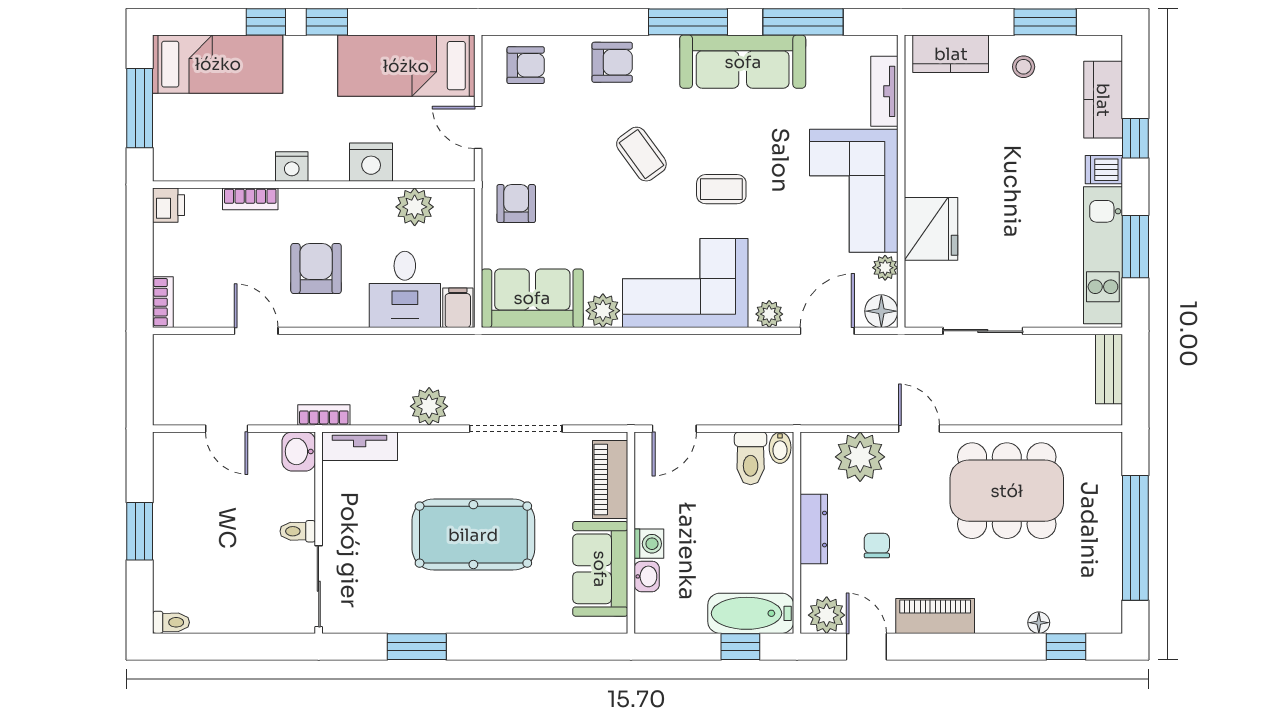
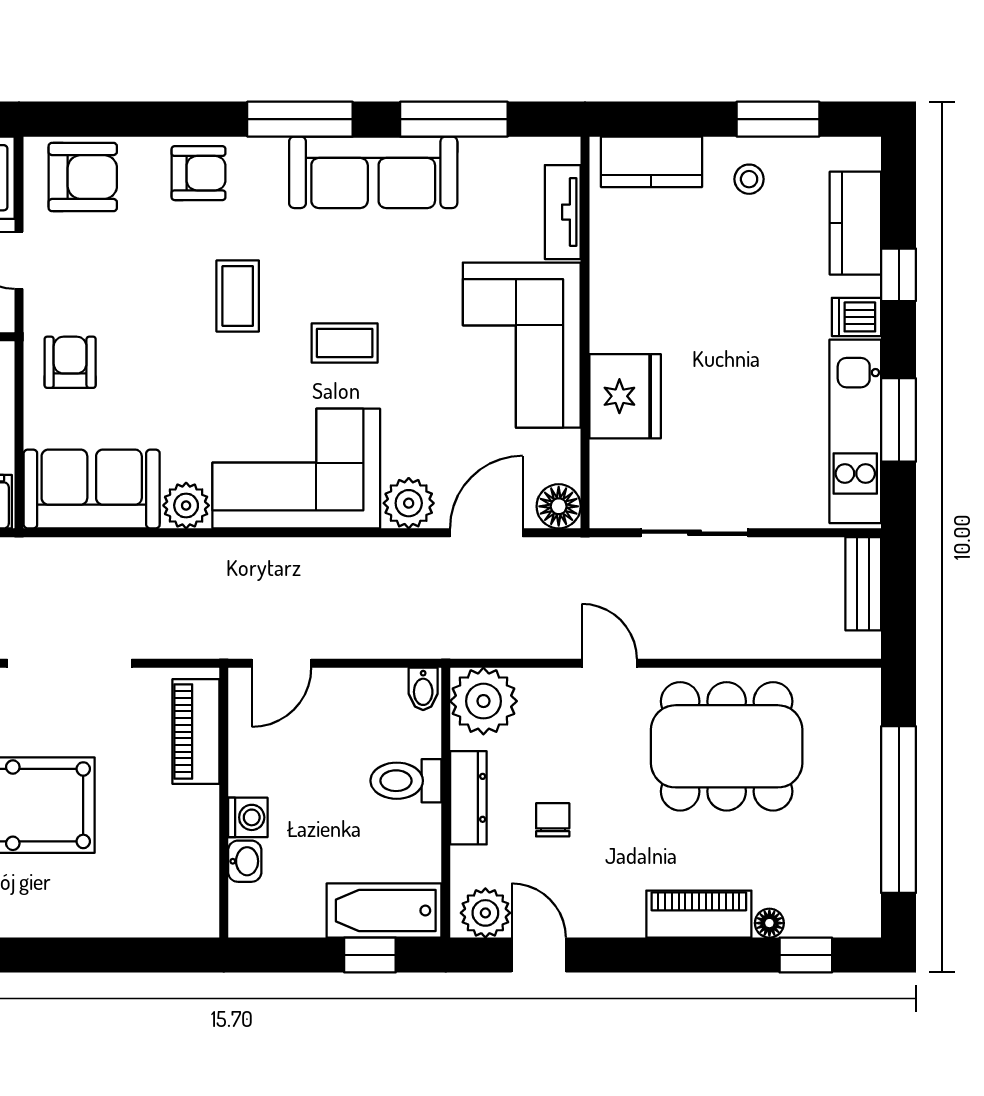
armchair: (526, 65) -> (83, 177), width x1.38, depth x1.38
coffee table: (641, 154) -> (238, 296), turned 36
plant: (885, 268) -> (564, 448), removed
plant: (769, 314) -> (409, 503), width x1.38, depth x1.38
plant: (860, 457) -> (483, 701), moved
toilet: (751, 458) -> (406, 781), moved, turned 90
sofa: (600, 569) -> (183, 851), removed
piano: (935, 616) -> (699, 914), moved

